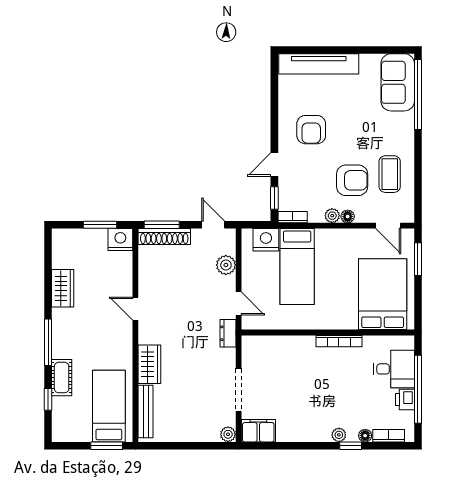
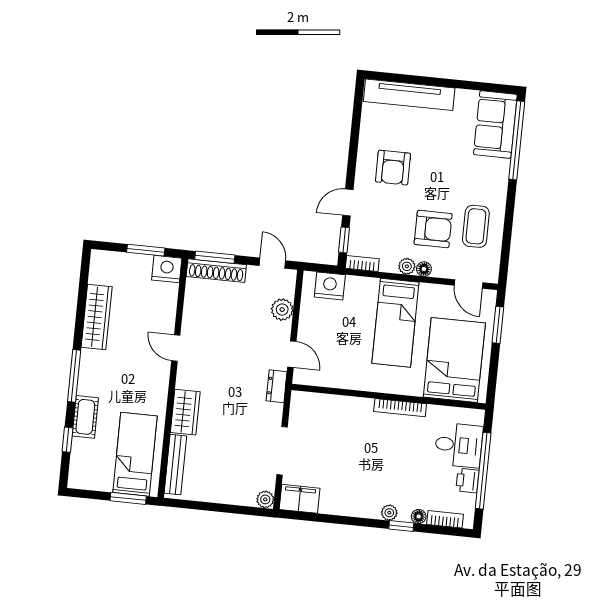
bed: (297, 266) -> (395, 323), moved
wardrobe: (63, 288) -> (97, 317), width x1.50

